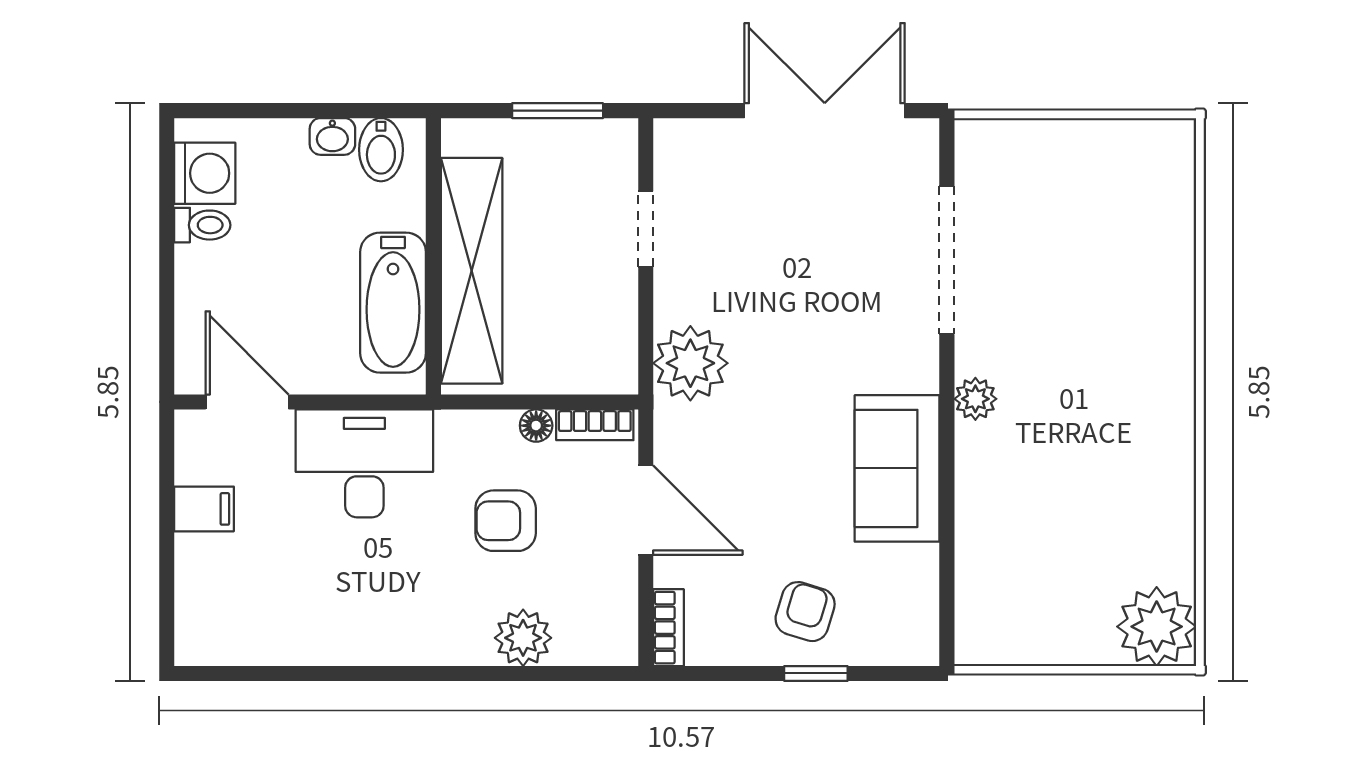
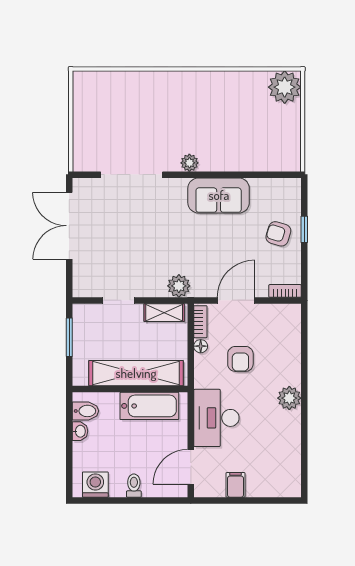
toilet: (202, 225) -> (134, 486), moved
shelving: (617, 338) -> (164, 313), added
plant: (690, 363) -> (179, 286), width x0.73, depth x0.73
plant: (523, 638) -> (289, 398), moved

